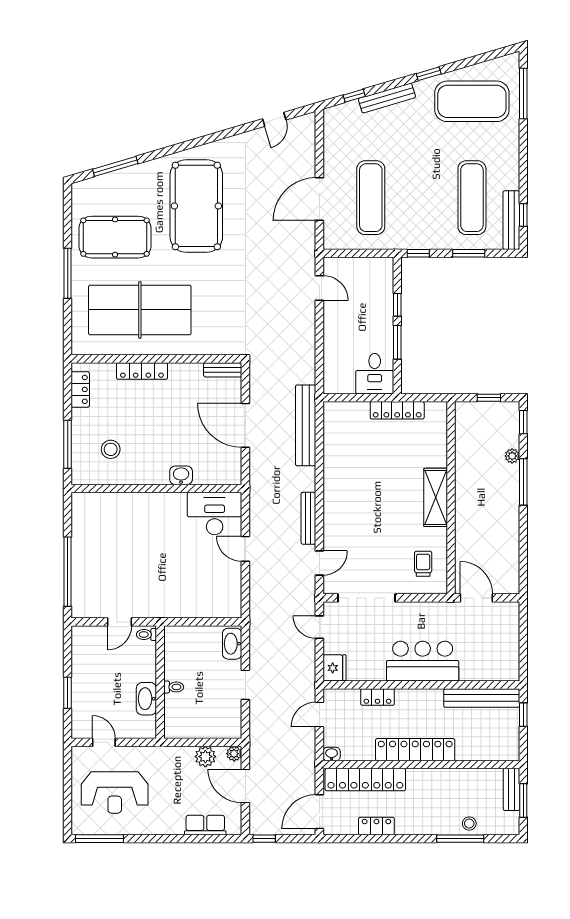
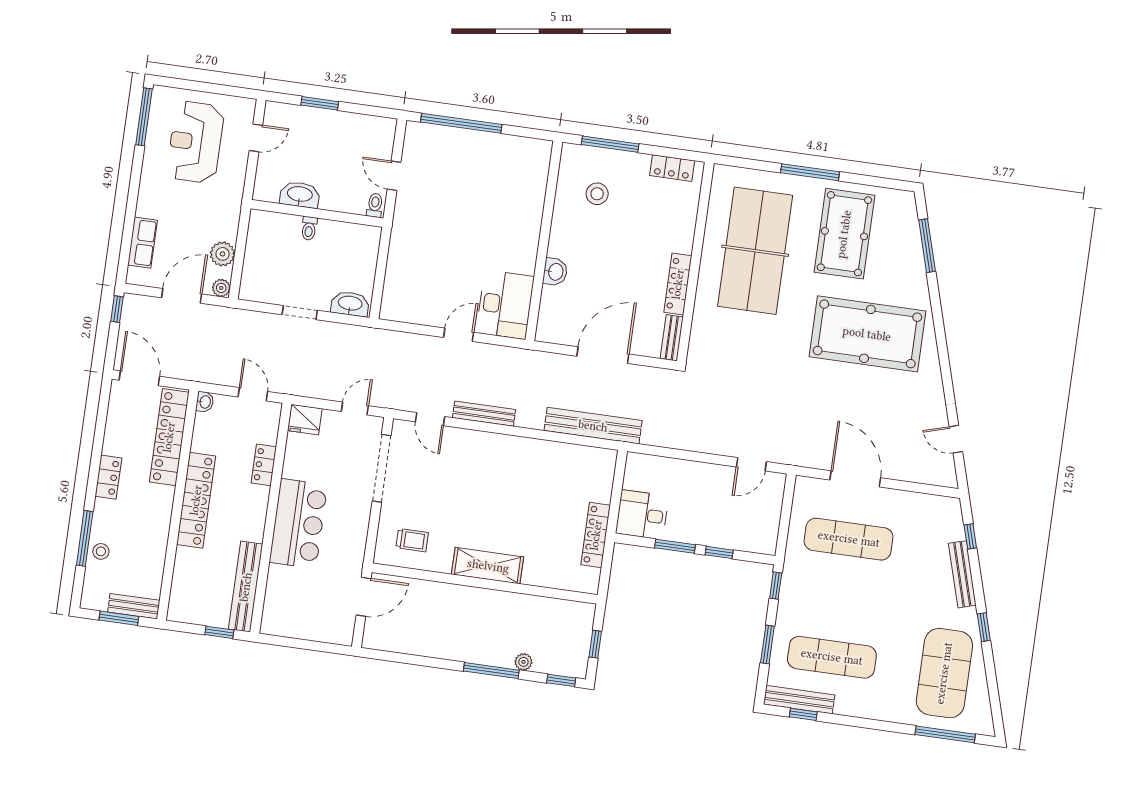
locker: (142, 371) -> (678, 284), moved
locker: (376, 826) -> (108, 477), moved

